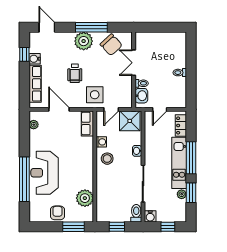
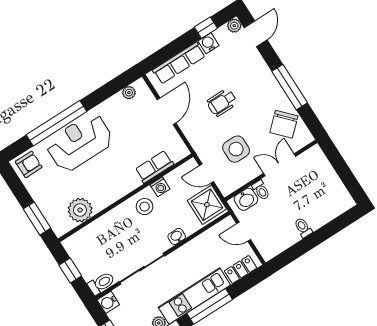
plant: (84, 41) -> (234, 26), moved, width x0.53, depth x0.53
side table: (95, 95) -> (236, 149), moved
row of seats: (87, 123) -> (154, 167), moved
armchair: (57, 213) -> (29, 164), moved

